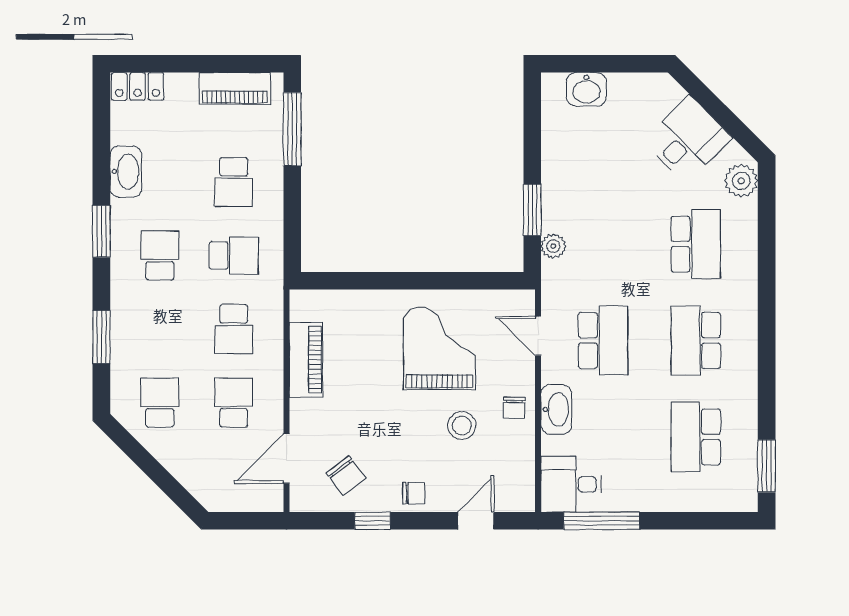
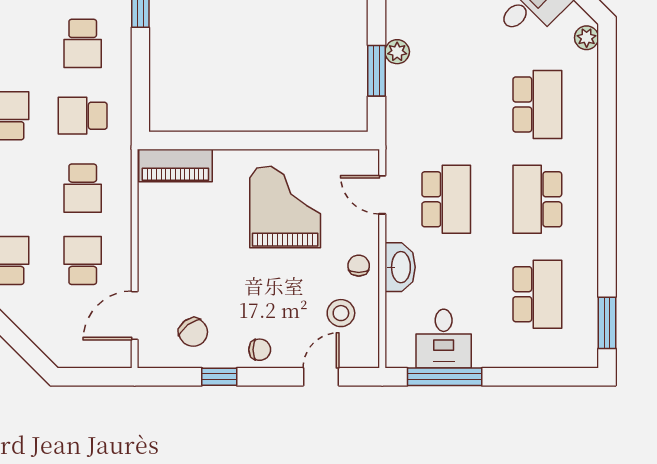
plant: (741, 181) -> (587, 38), width x0.73, depth x0.73
plant: (553, 246) -> (397, 52), moved
school desk: (234, 256) -> (83, 116), turned 180
piano: (306, 360) -> (175, 165), moved, turned 90
chair: (514, 408) -> (359, 266), turned 180
stool: (462, 425) -> (341, 313), moved
school desk: (696, 437) -> (537, 294), turned 180
desk: (571, 484) -> (444, 339), moved, turned -90

